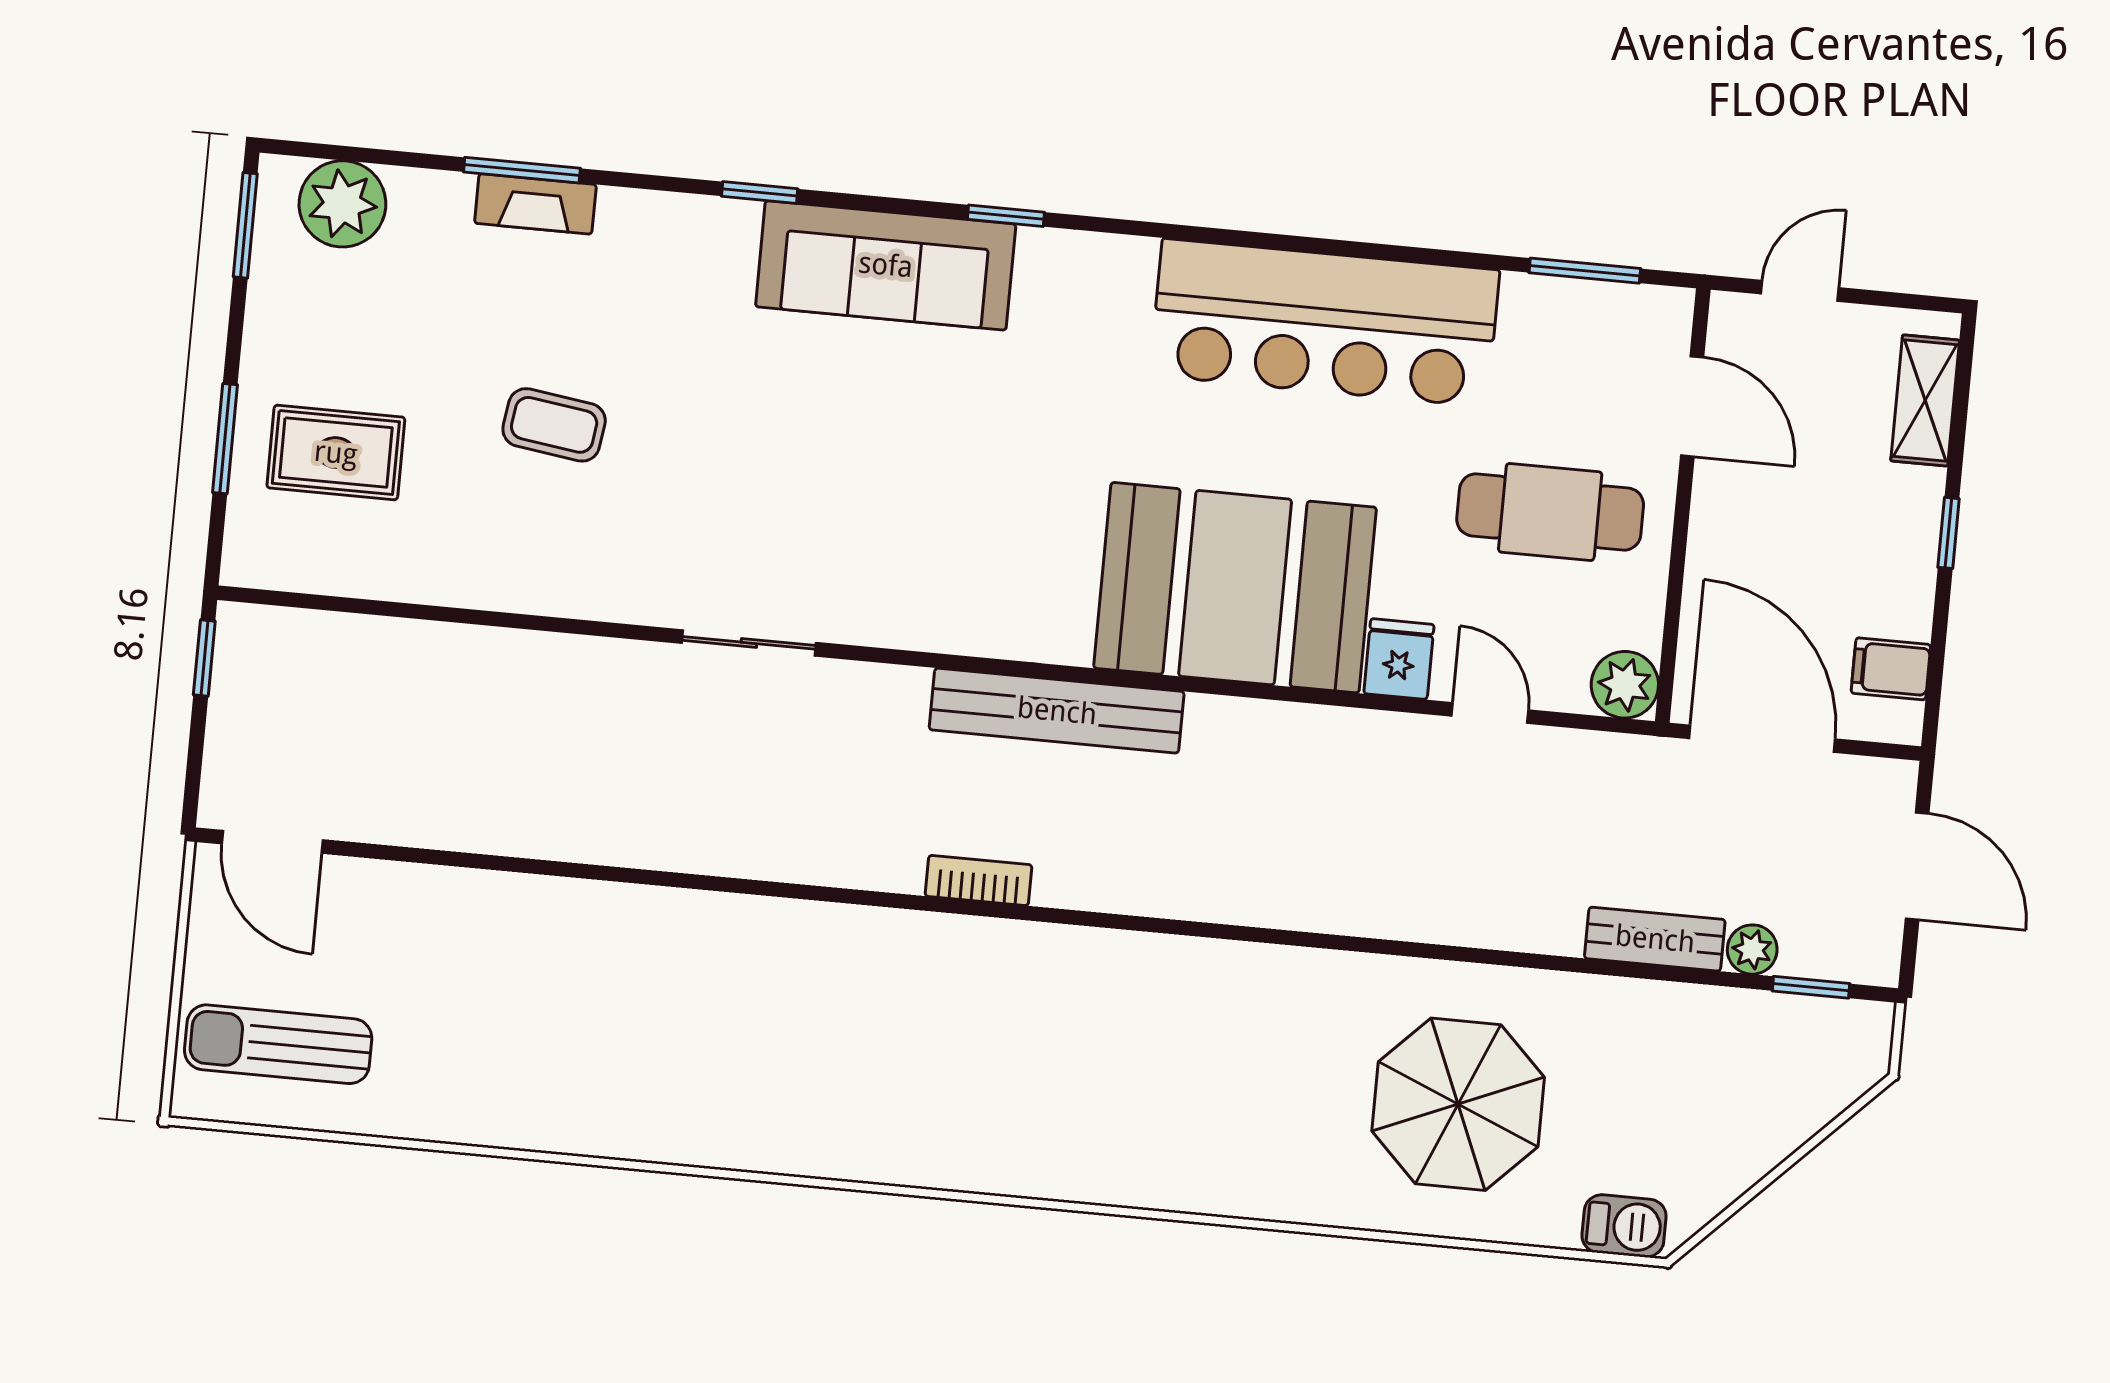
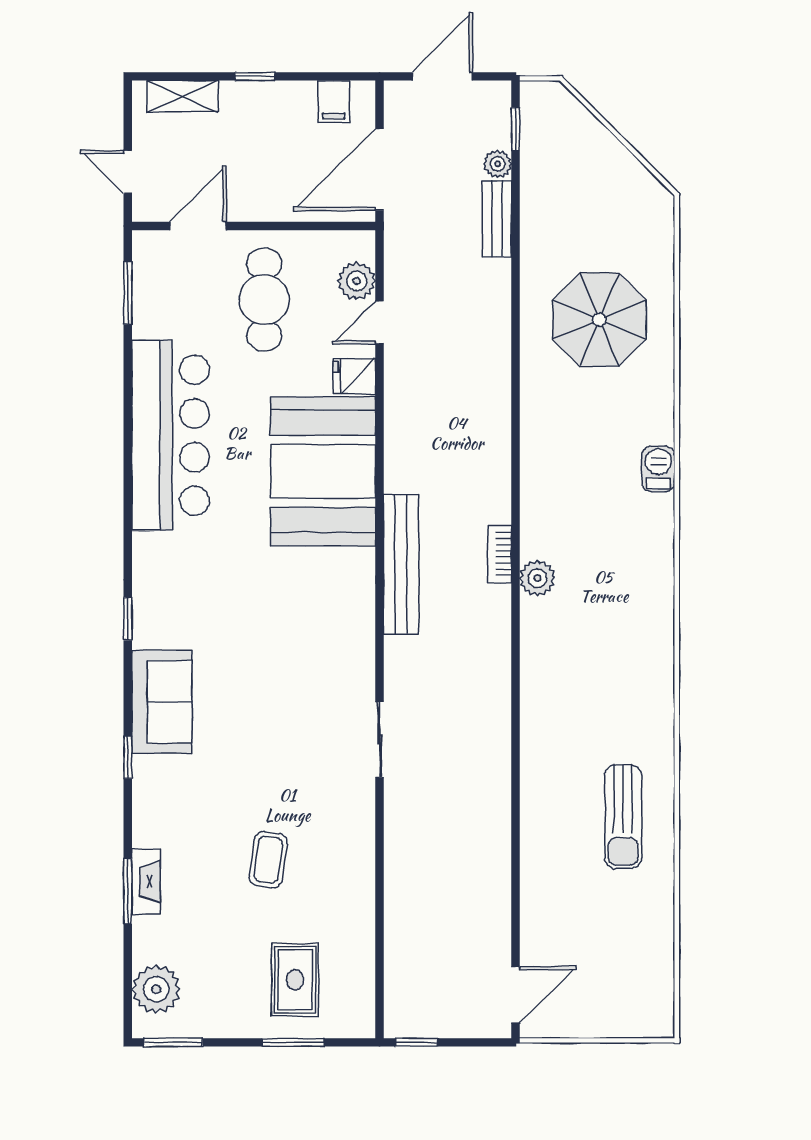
sofa: (886, 265) -> (162, 702), width x0.73
plant: (1625, 685) -> (357, 281), moved
bookcase: (979, 881) -> (500, 554), moved
plant: (1009, 951) -> (537, 578), added
sun lounger: (278, 1044) -> (623, 817), moved
barbecue: (1624, 1226) -> (658, 469), moved

